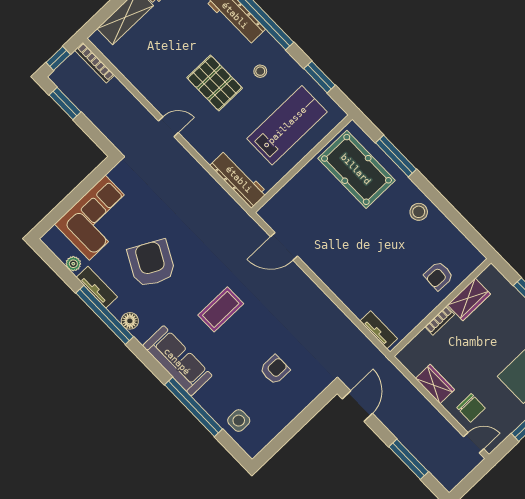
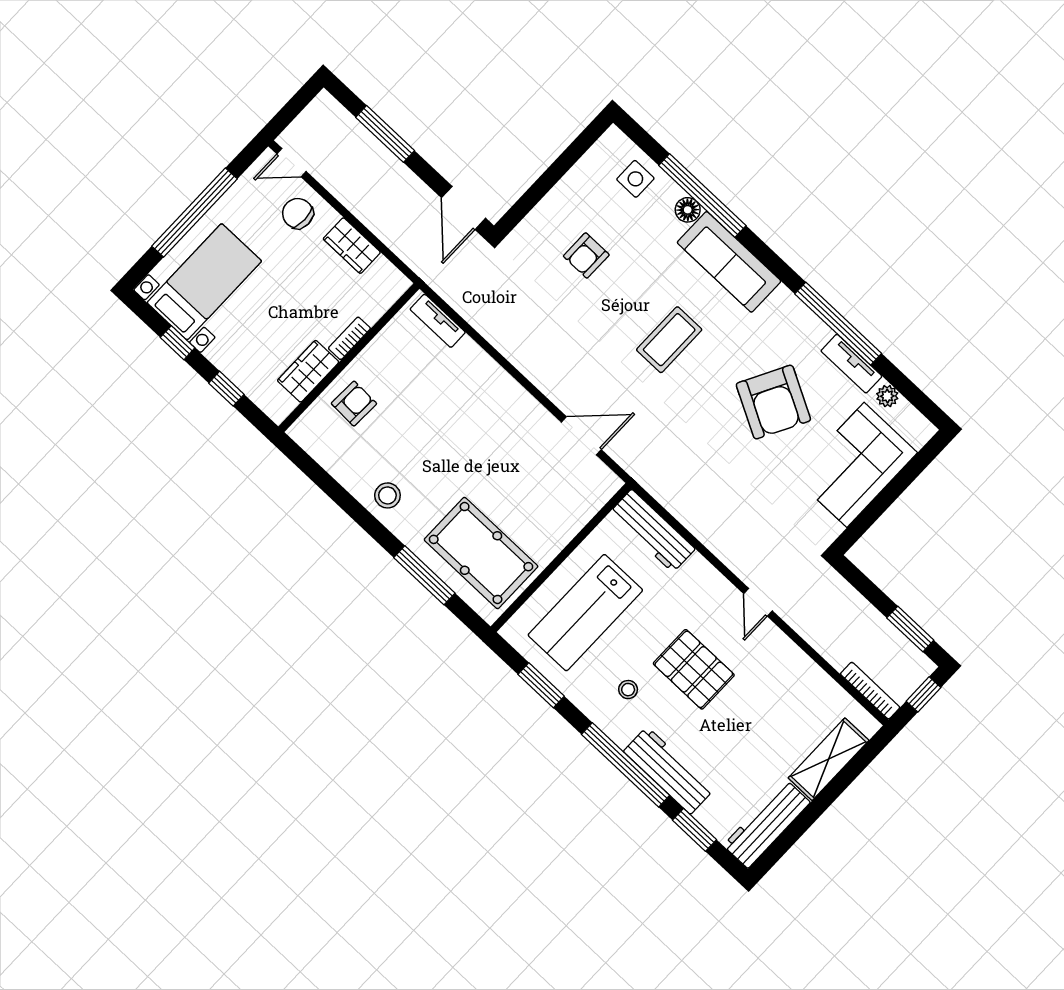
door: (168, 127) -> (758, 602), hinge flipped
floor lamp: (130, 321) -> (688, 210), moved

